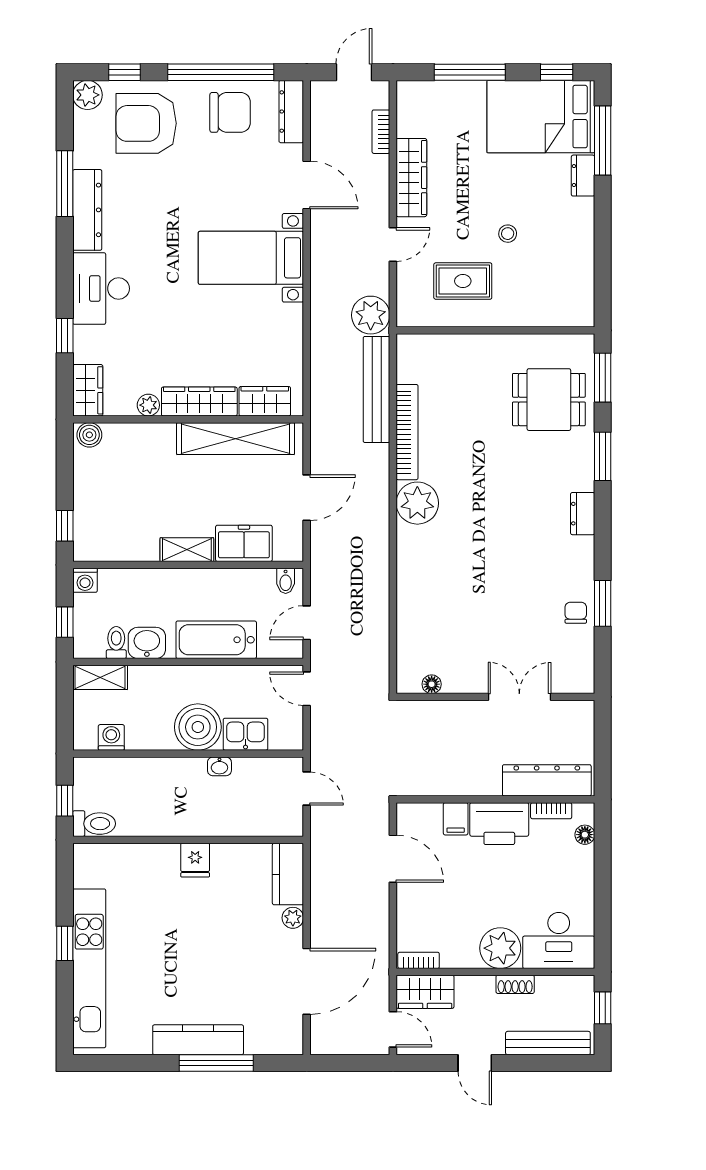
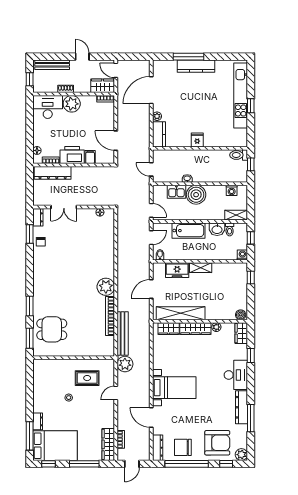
wardrobe: (411, 178) -> (108, 444), moved
dresser: (583, 514) -> (38, 217), moved
window: (603, 603) -> (30, 234), moved

